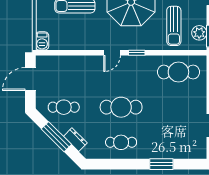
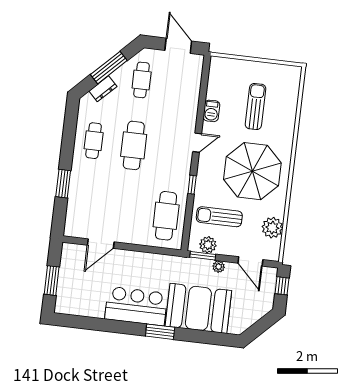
barbecue: (42, 41) -> (211, 111), moved, turned -90
door: (112, 53) -> (197, 143), swing flipped
window: (137, 53) -> (192, 185), moved

